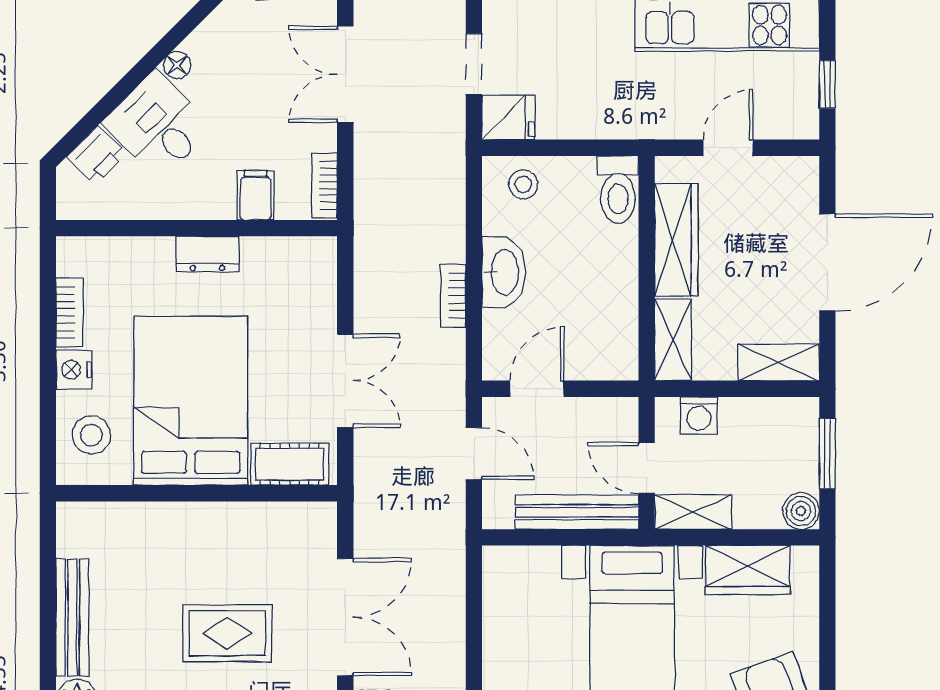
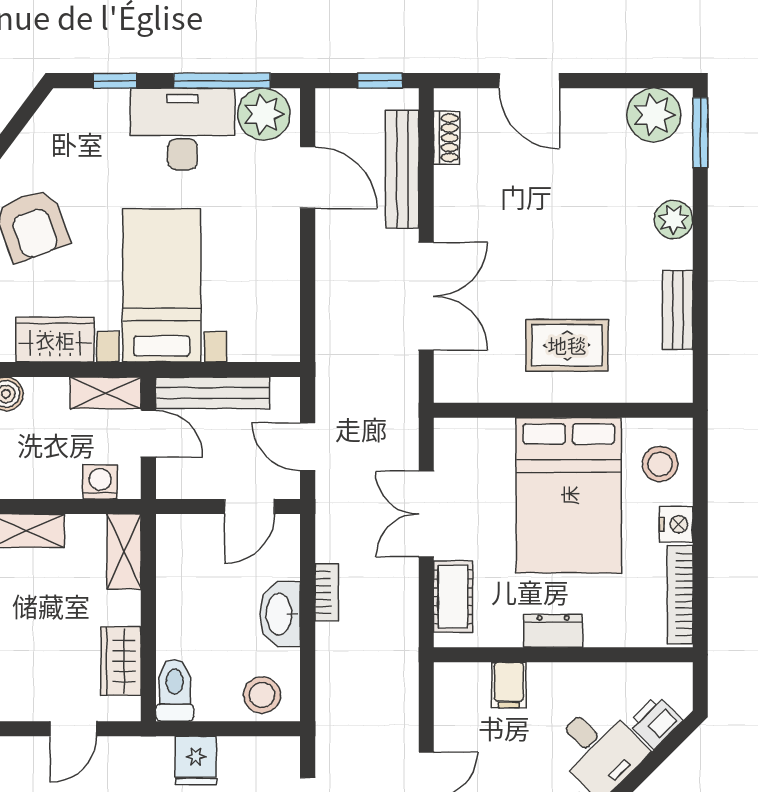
fridge: (508, 118) -> (196, 761), moved, turned -90
stool: (523, 184) -> (262, 695), width x1.37, depth x1.37
bookcase: (324, 185) -> (445, 694), removed
wardrobe: (676, 240) -> (121, 661), width x0.67
bookcase: (70, 313) -> (680, 595), width x1.56
cot: (289, 464) -> (453, 597), moved, turned 90
bench: (72, 617) -> (678, 310), width x0.73
double door: (345, 617) -> (426, 296), swing flipped
rug: (227, 633) -> (567, 345), moved

